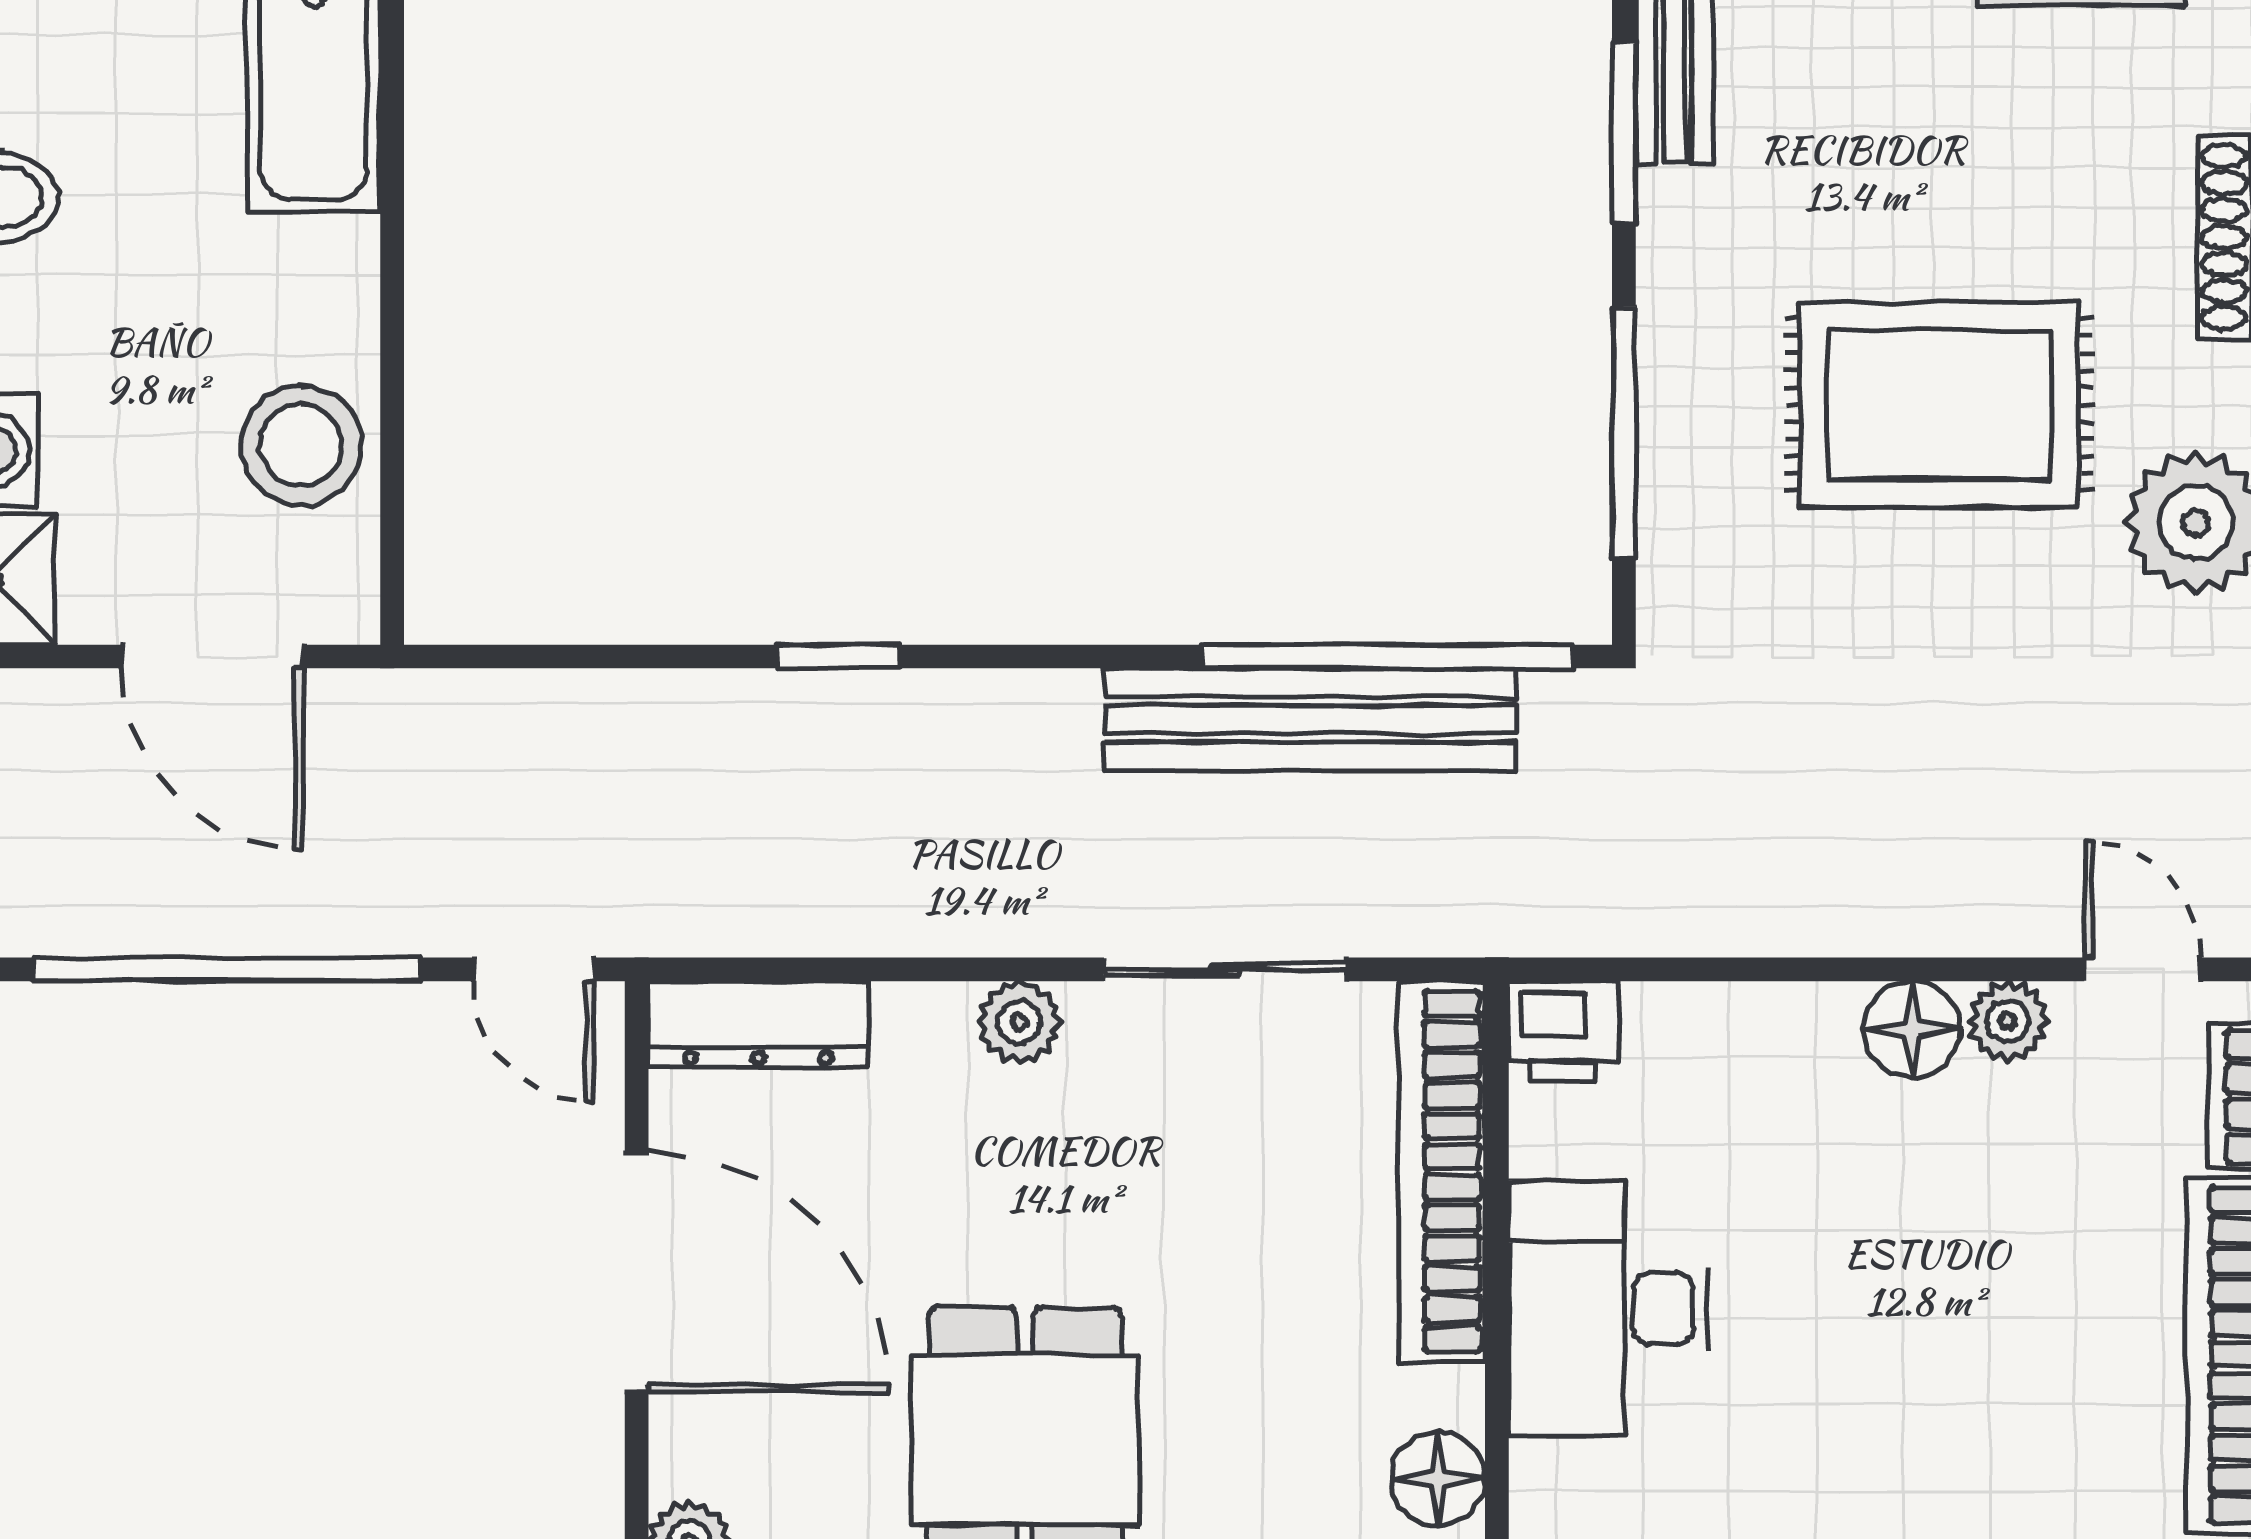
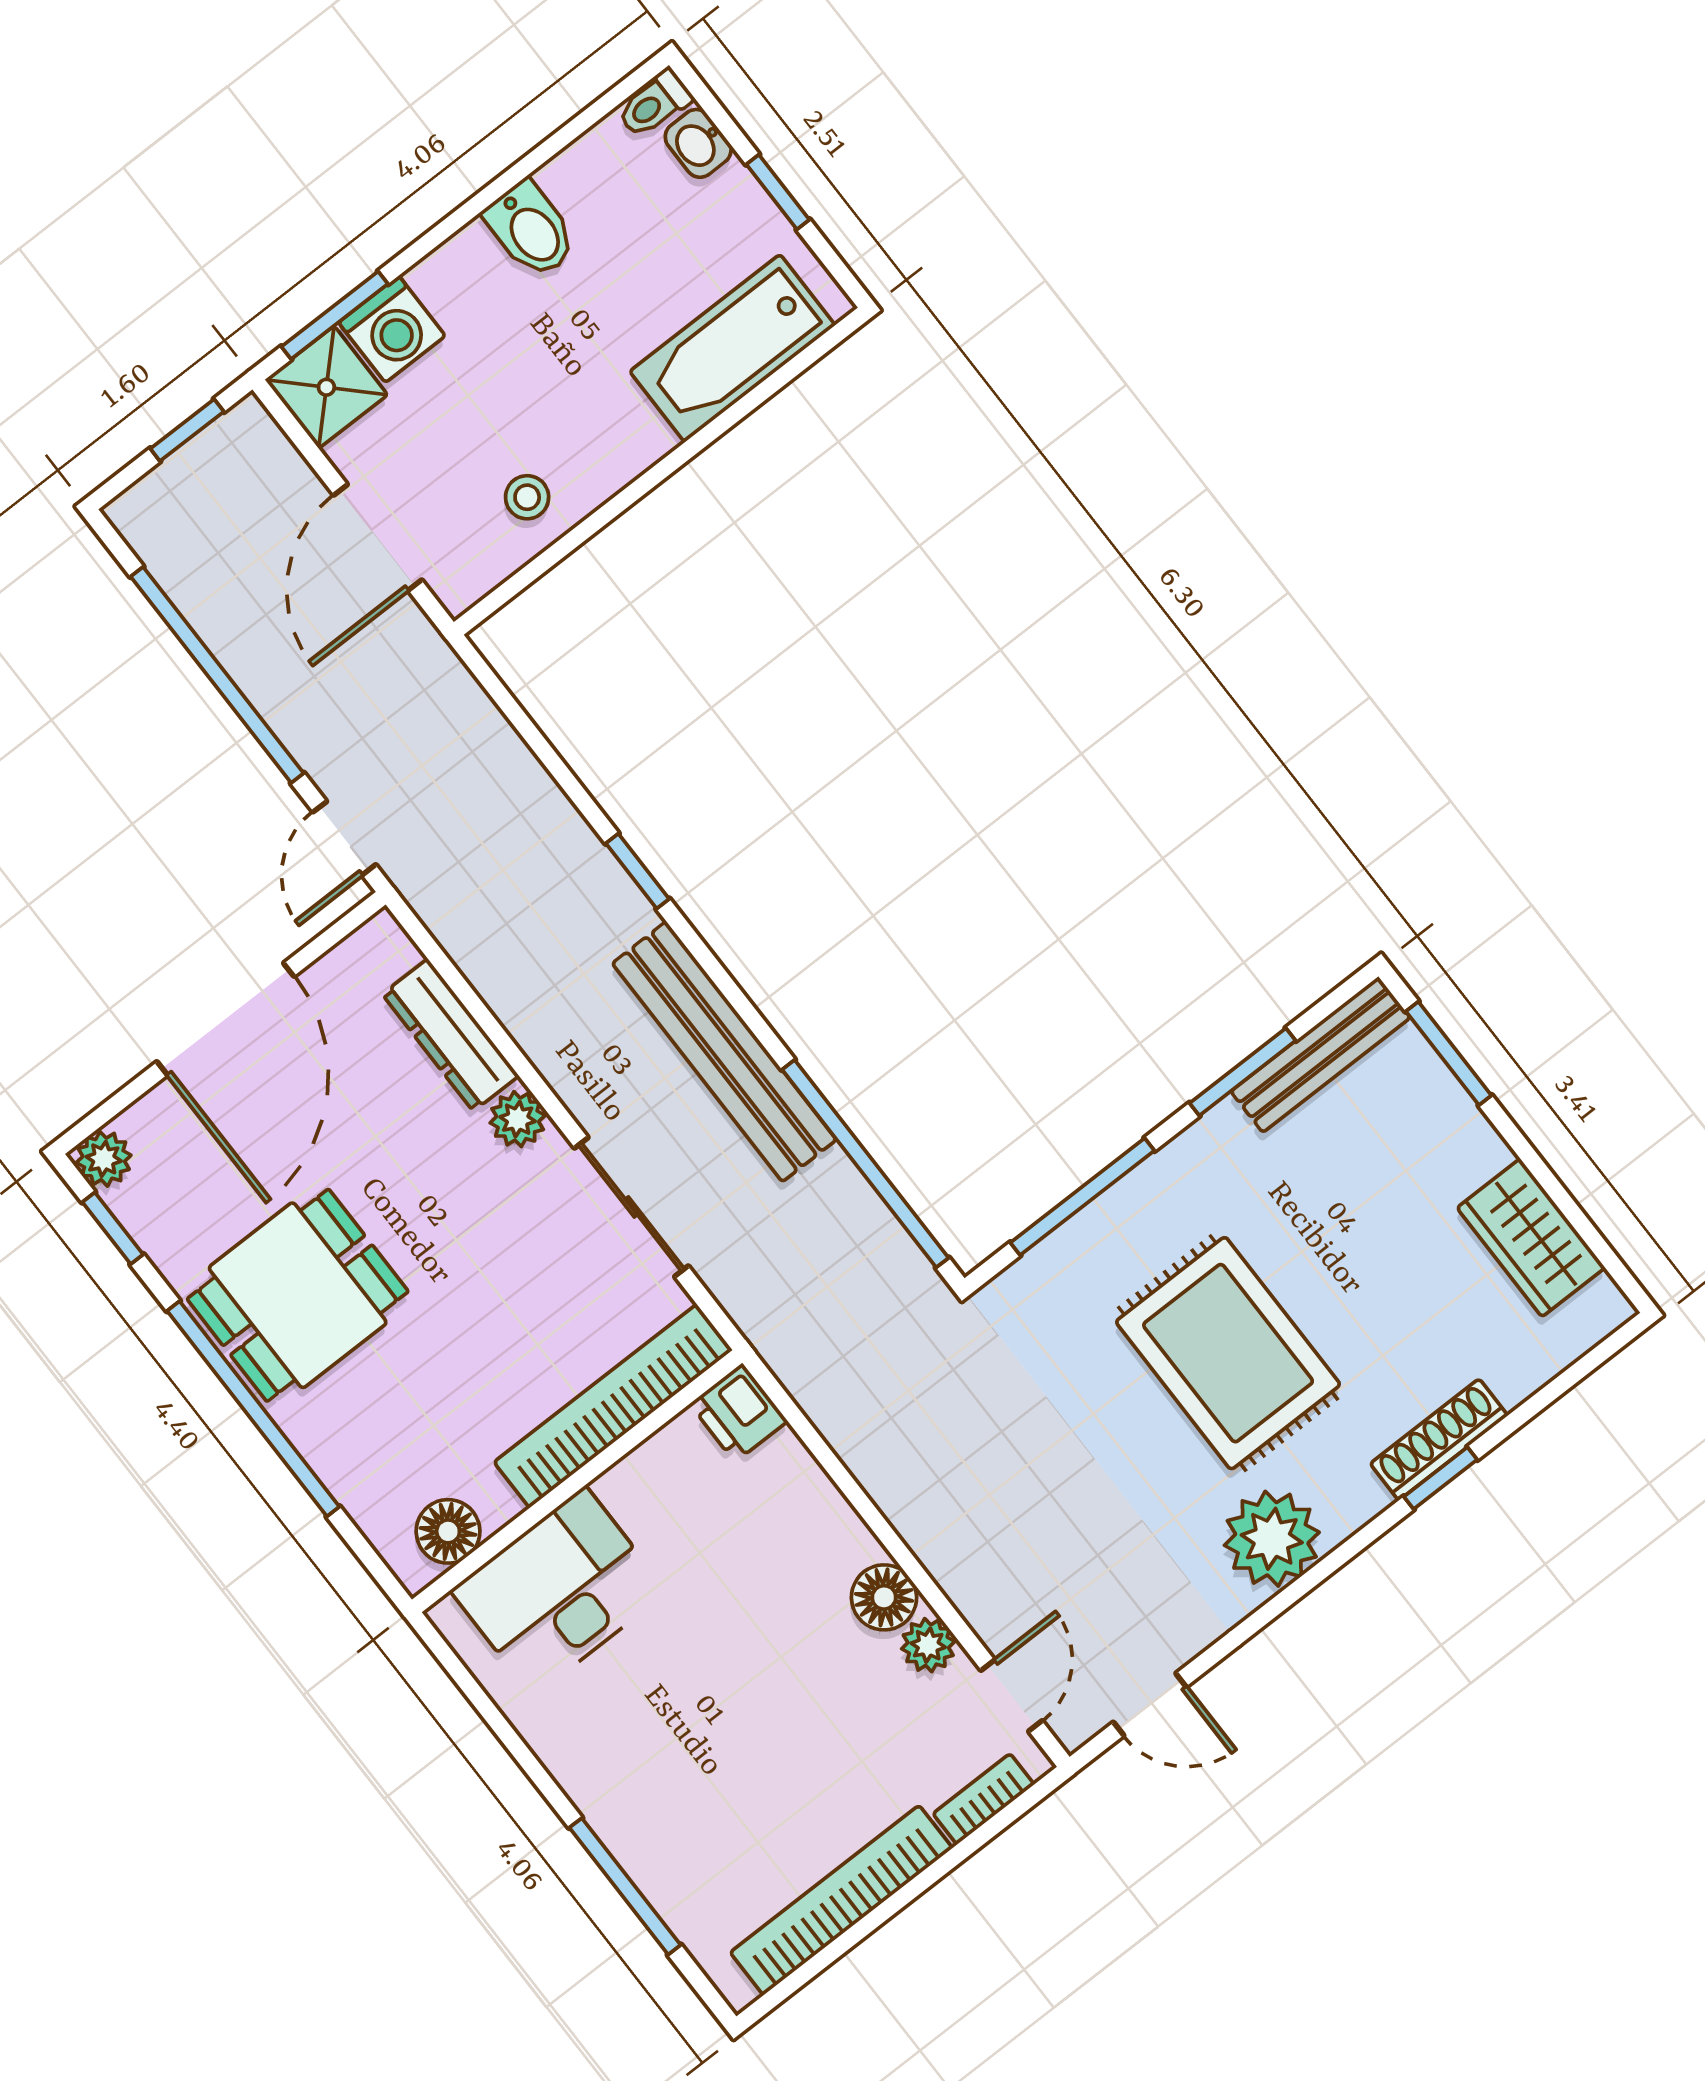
stool: (301, 445) -> (527, 497), width x0.53, depth x0.53
bench: (1310, 719) -> (724, 1052), moved
dresser: (759, 1024) -> (451, 1035), moved
desk: (1609, 1309) -> (559, 1591), moved

